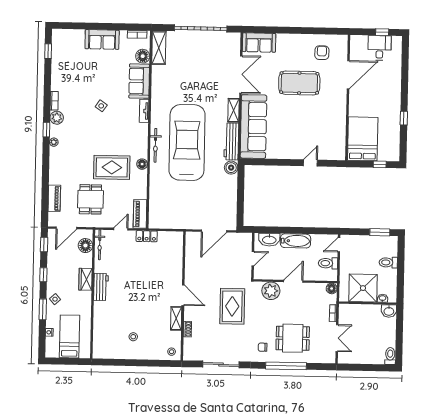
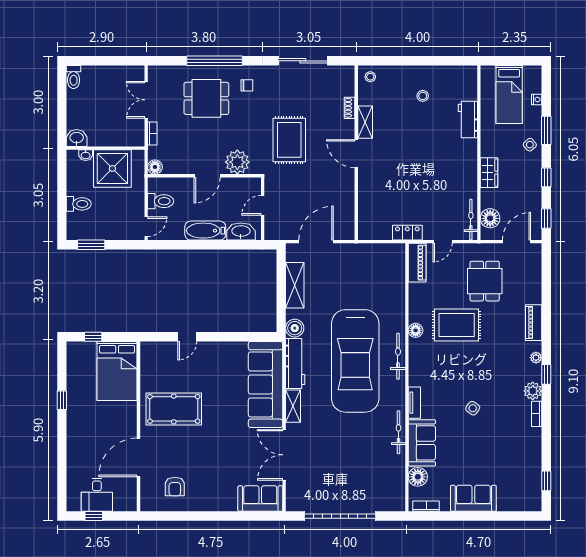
shelving: (159, 48) -> (295, 285), moved
pool table: (299, 83) -> (174, 409), moved
bicycle: (156, 89) -> (398, 432), added
piano: (54, 198) -> (534, 323), moved
workbench: (101, 287) -> (468, 120), moved

